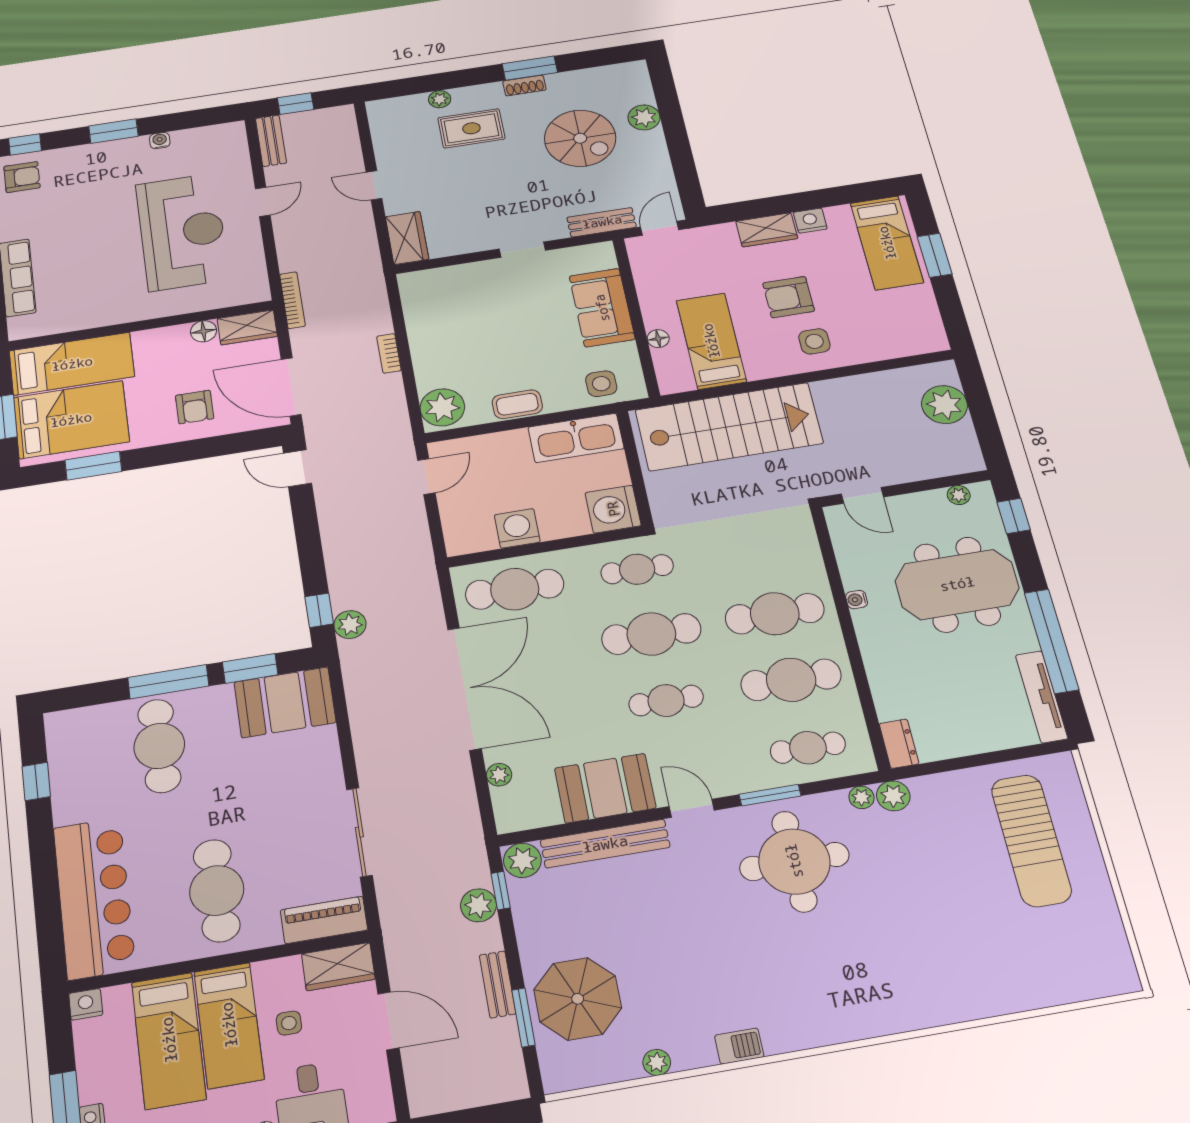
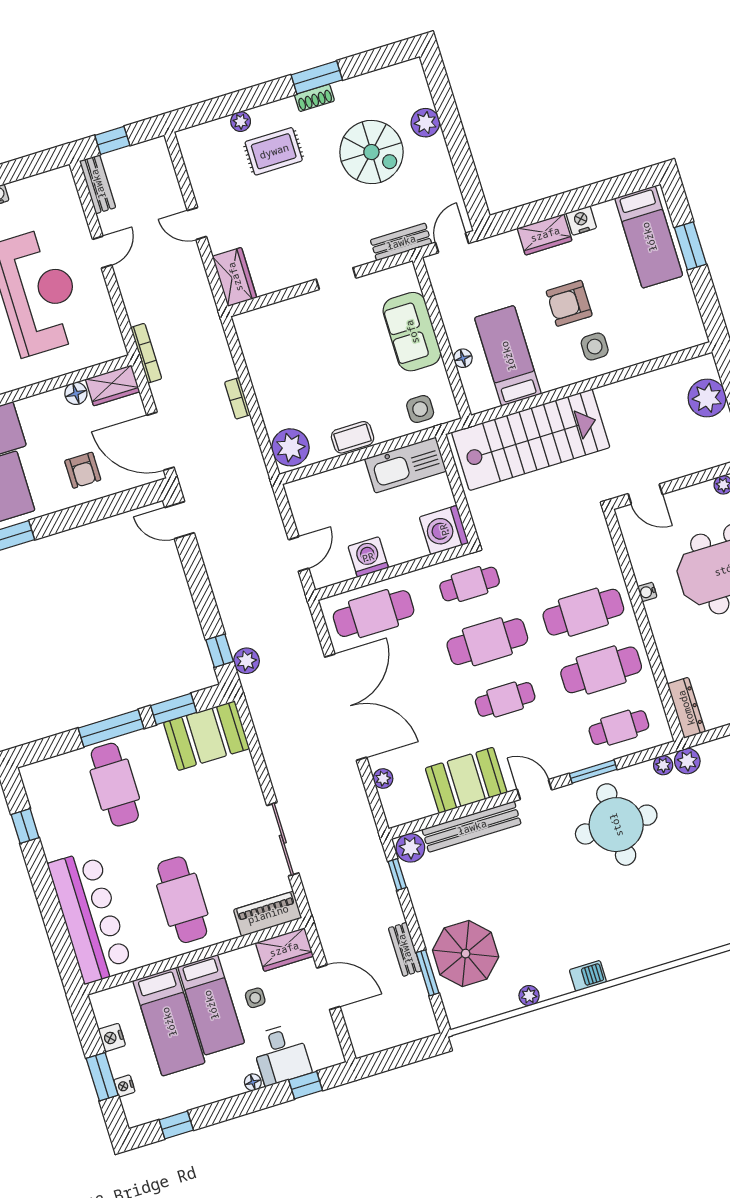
door: (426, 477) -> (299, 554), moved
dresser: (899, 744) -> (686, 708), width x1.44
plant: (478, 905) -> (382, 888), removed
nightstand: (86, 1004) -> (112, 1037), moved, turned -90

